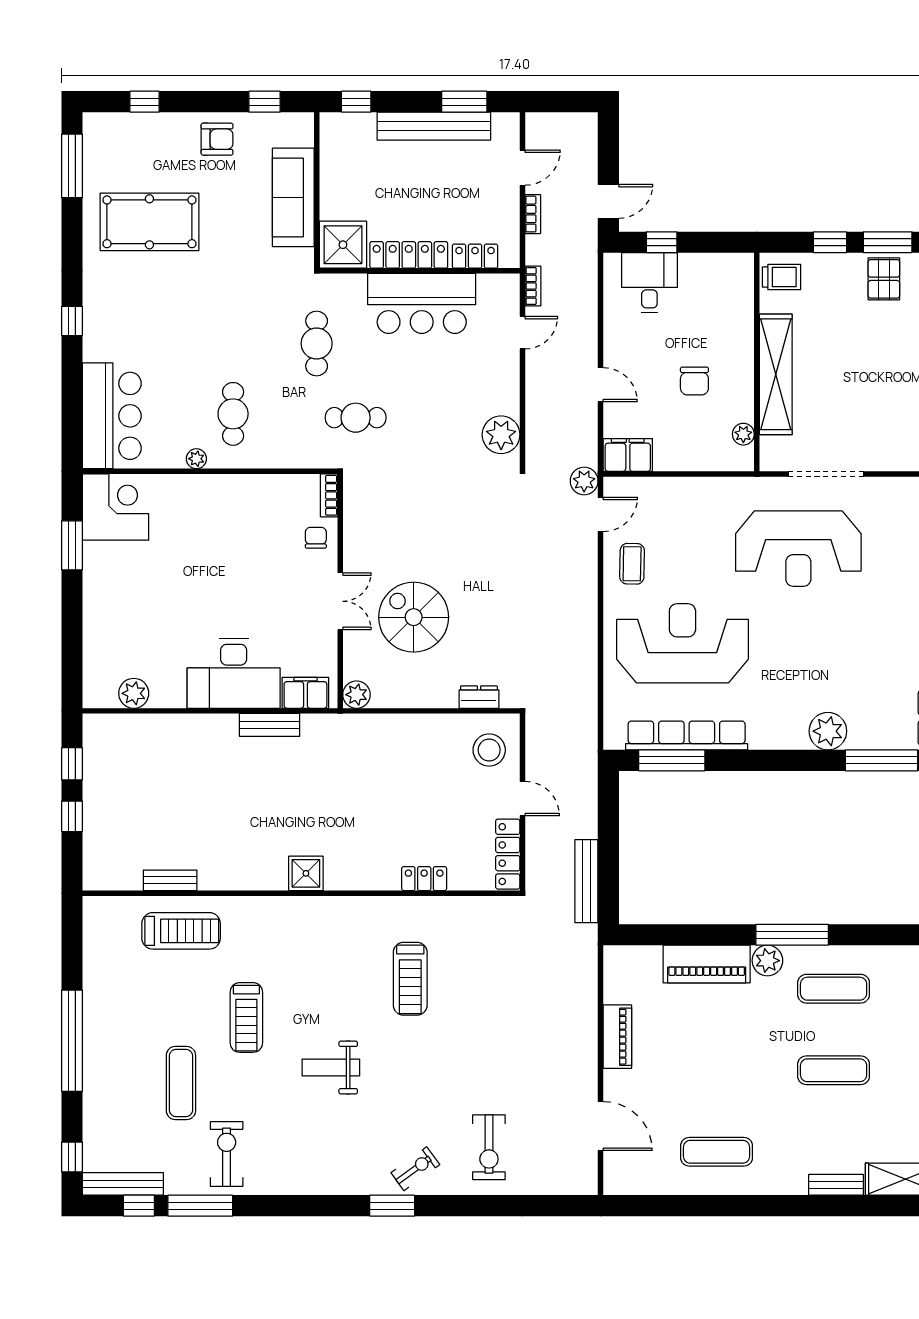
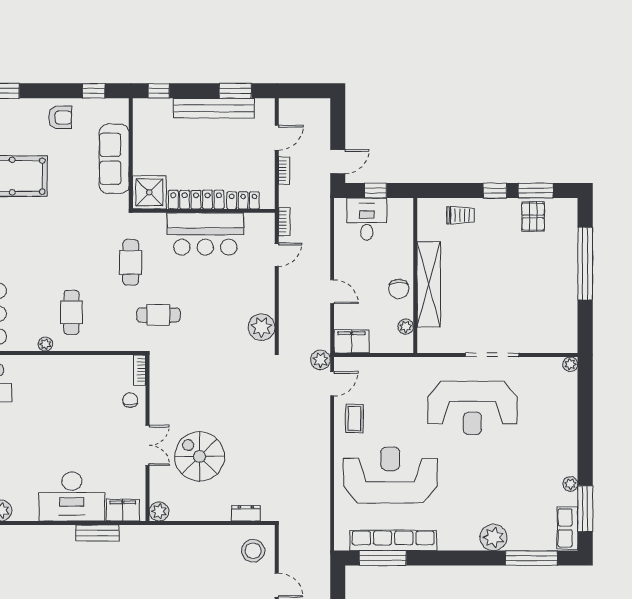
wall: (757, 362) -> (415, 276), moved
shelving: (776, 374) -> (429, 284), moved
plant: (743, 434) -> (406, 327), moved

